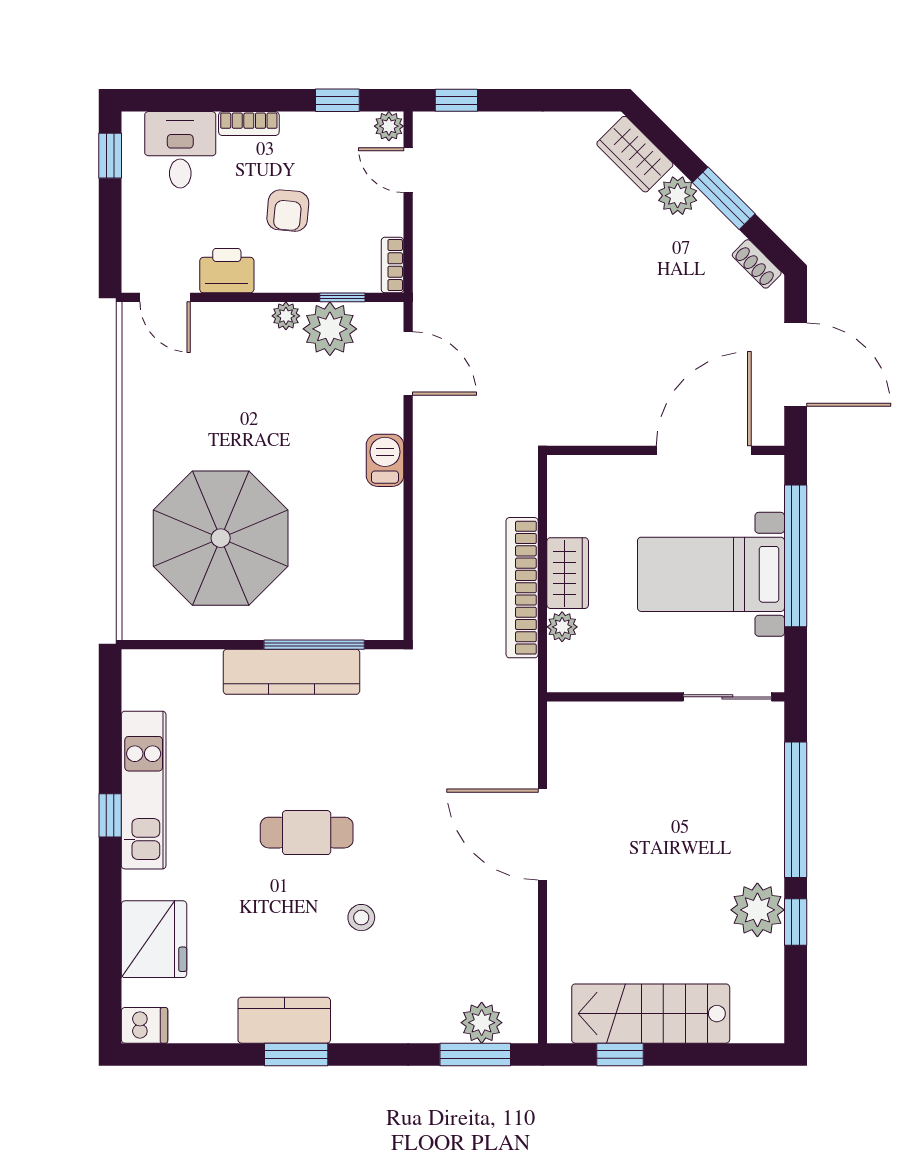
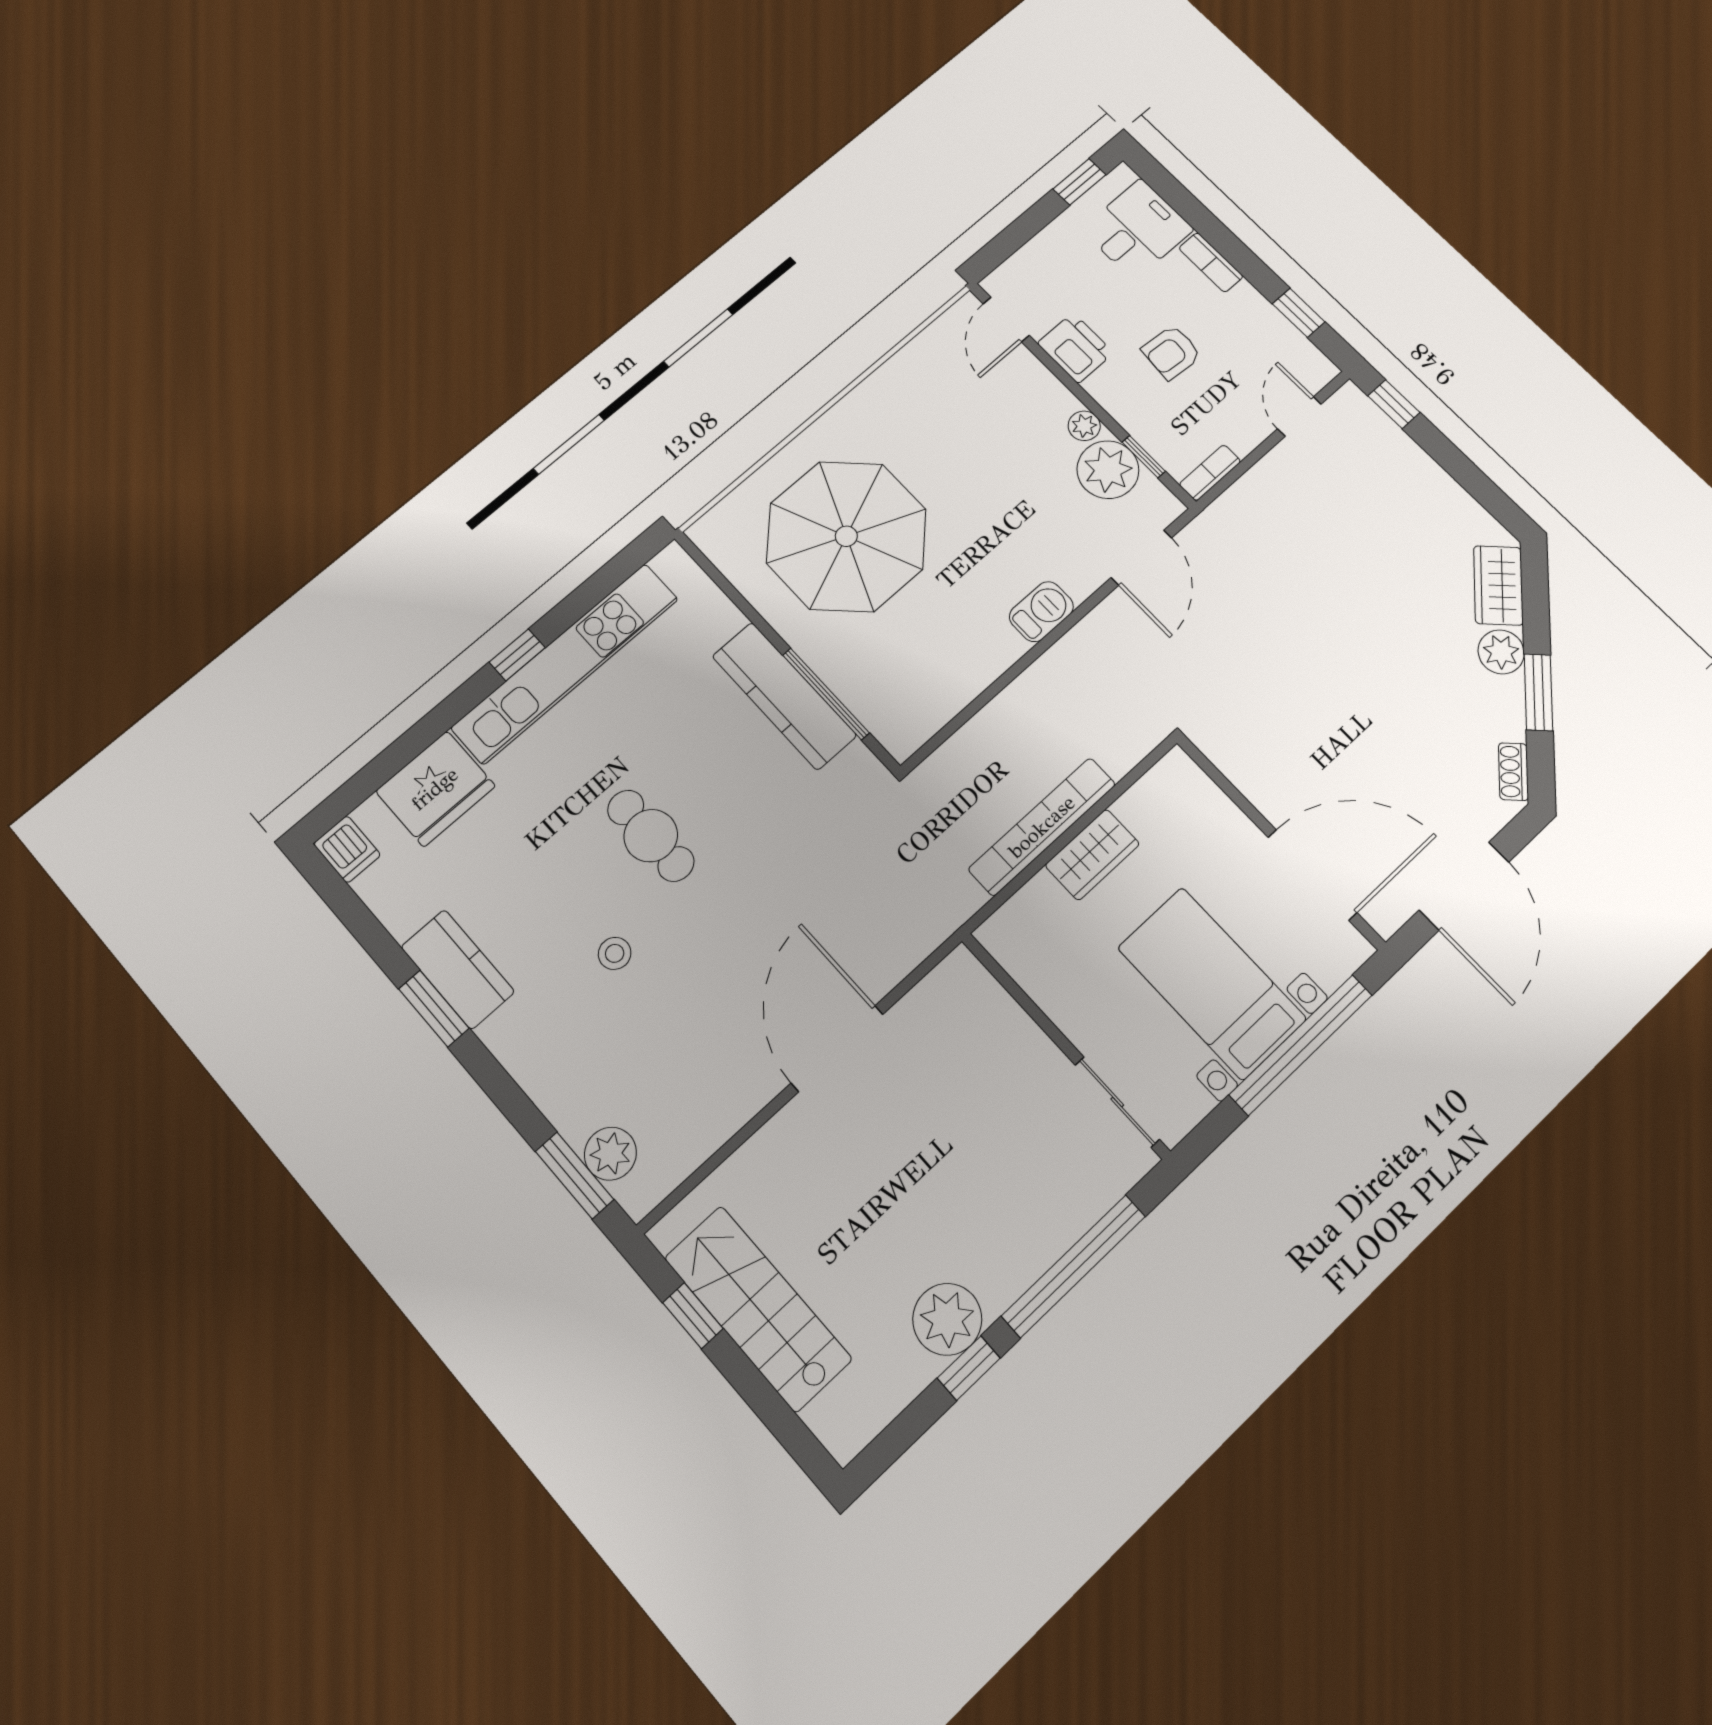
plant: (389, 126) -> (1319, 370), removed
plant: (562, 627) -> (1041, 893), removed
kitchen unit: (144, 790) -> (565, 663), width x1.36

